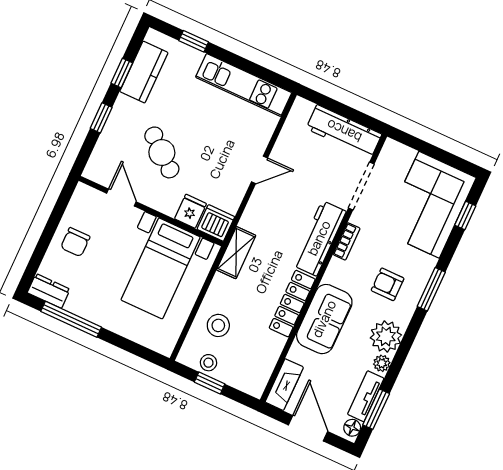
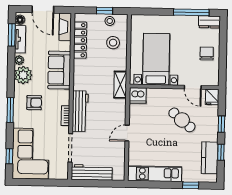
fridge: (190, 211) -> (212, 97), moved
locker: (292, 304) -> (80, 40), moved

